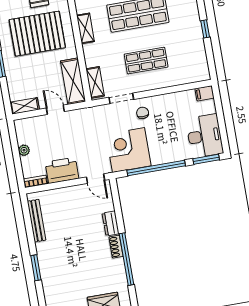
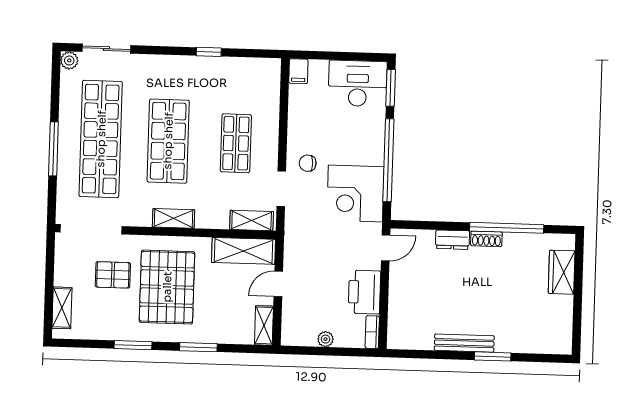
bench: (37, 221) -> (464, 343), moved

